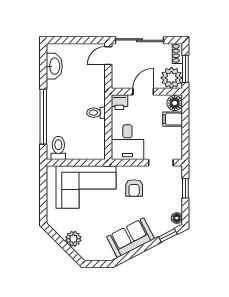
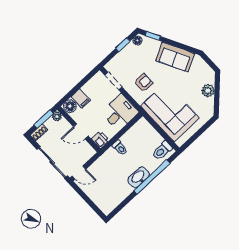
washbasin: (54, 66) -> (139, 177), moved
plant: (171, 78) -> (57, 116), width x0.53, depth x0.53
window: (185, 188) -> (123, 45), moved

